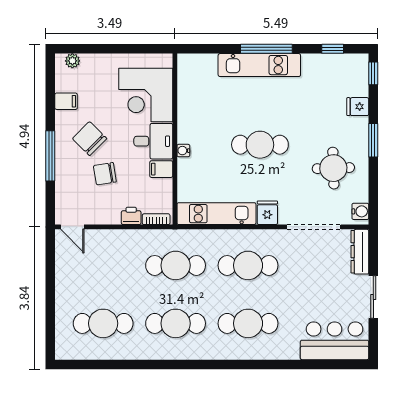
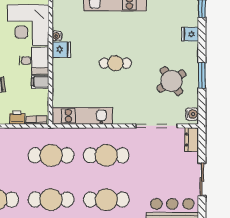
window: (373, 140) -> (202, 75), moved
cafe table: (260, 145) -> (115, 63), width x0.73, depth x0.74
water cooler: (183, 151) -> (57, 36), moved
round table: (333, 168) -> (171, 81), turned -32
fridge: (267, 213) -> (61, 50), moved, turned 90
dresser: (360, 252) -> (192, 140), width x0.70

